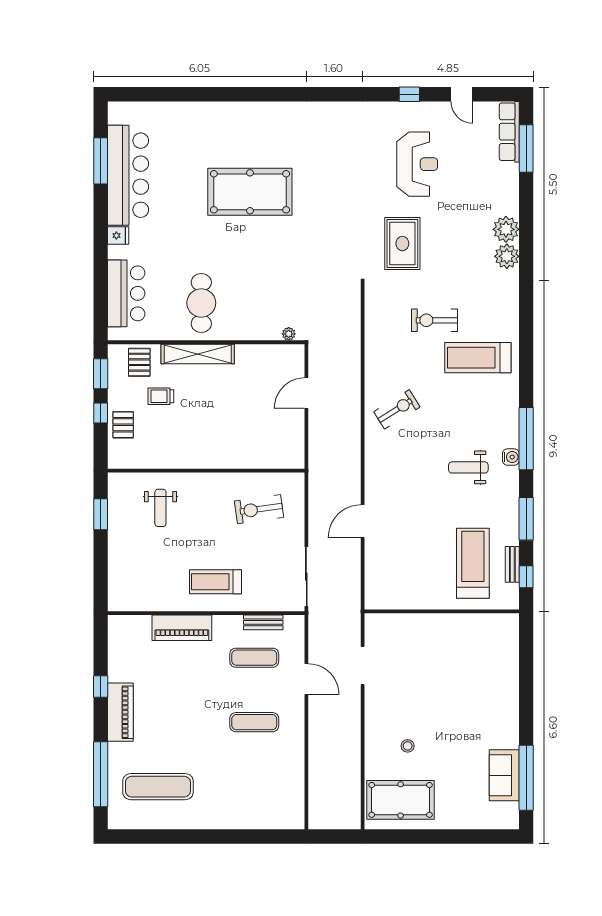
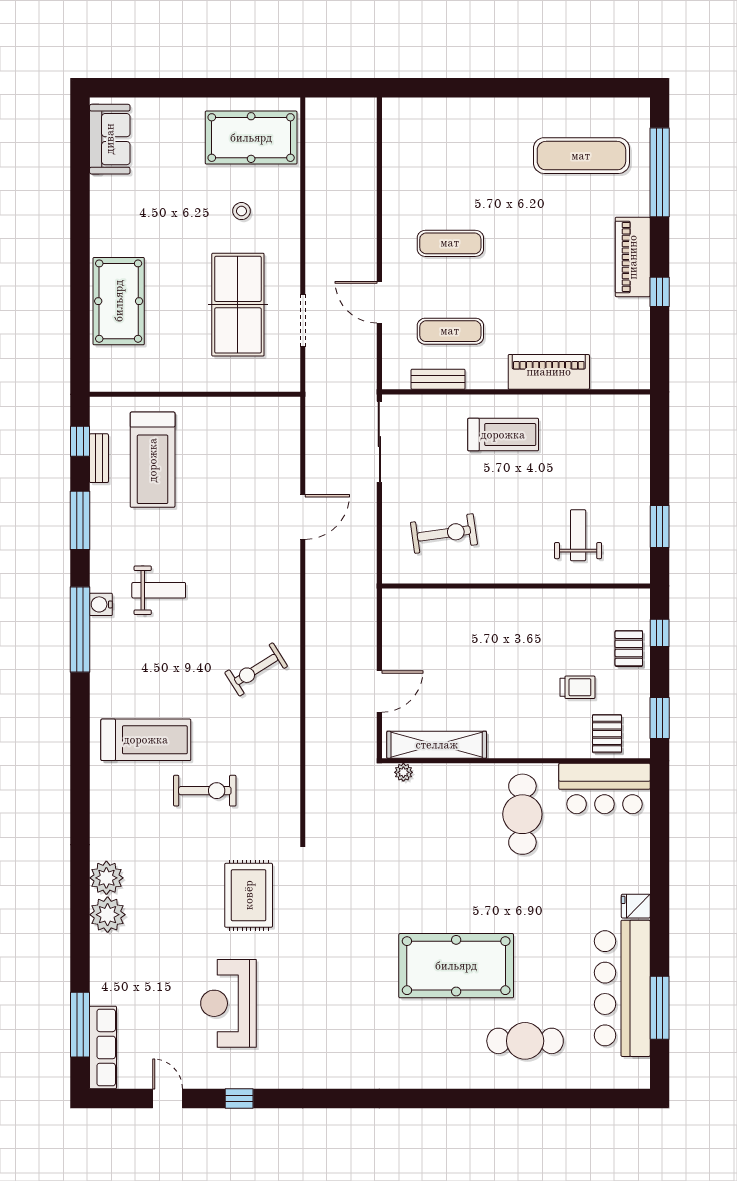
cafe table: (199, 137) -> (525, 1041), added
bar counter: (126, 293) -> (604, 788), moved, turned -90
shelving: (198, 354) -> (437, 745), moved
window: (101, 413) -> (660, 633), moved
table tennis table: (410, 677) -> (238, 305), added
pool table: (498, 680) -> (119, 301), added
sofa: (504, 775) -> (110, 139), moved
window: (526, 778) -> (80, 168), removed

